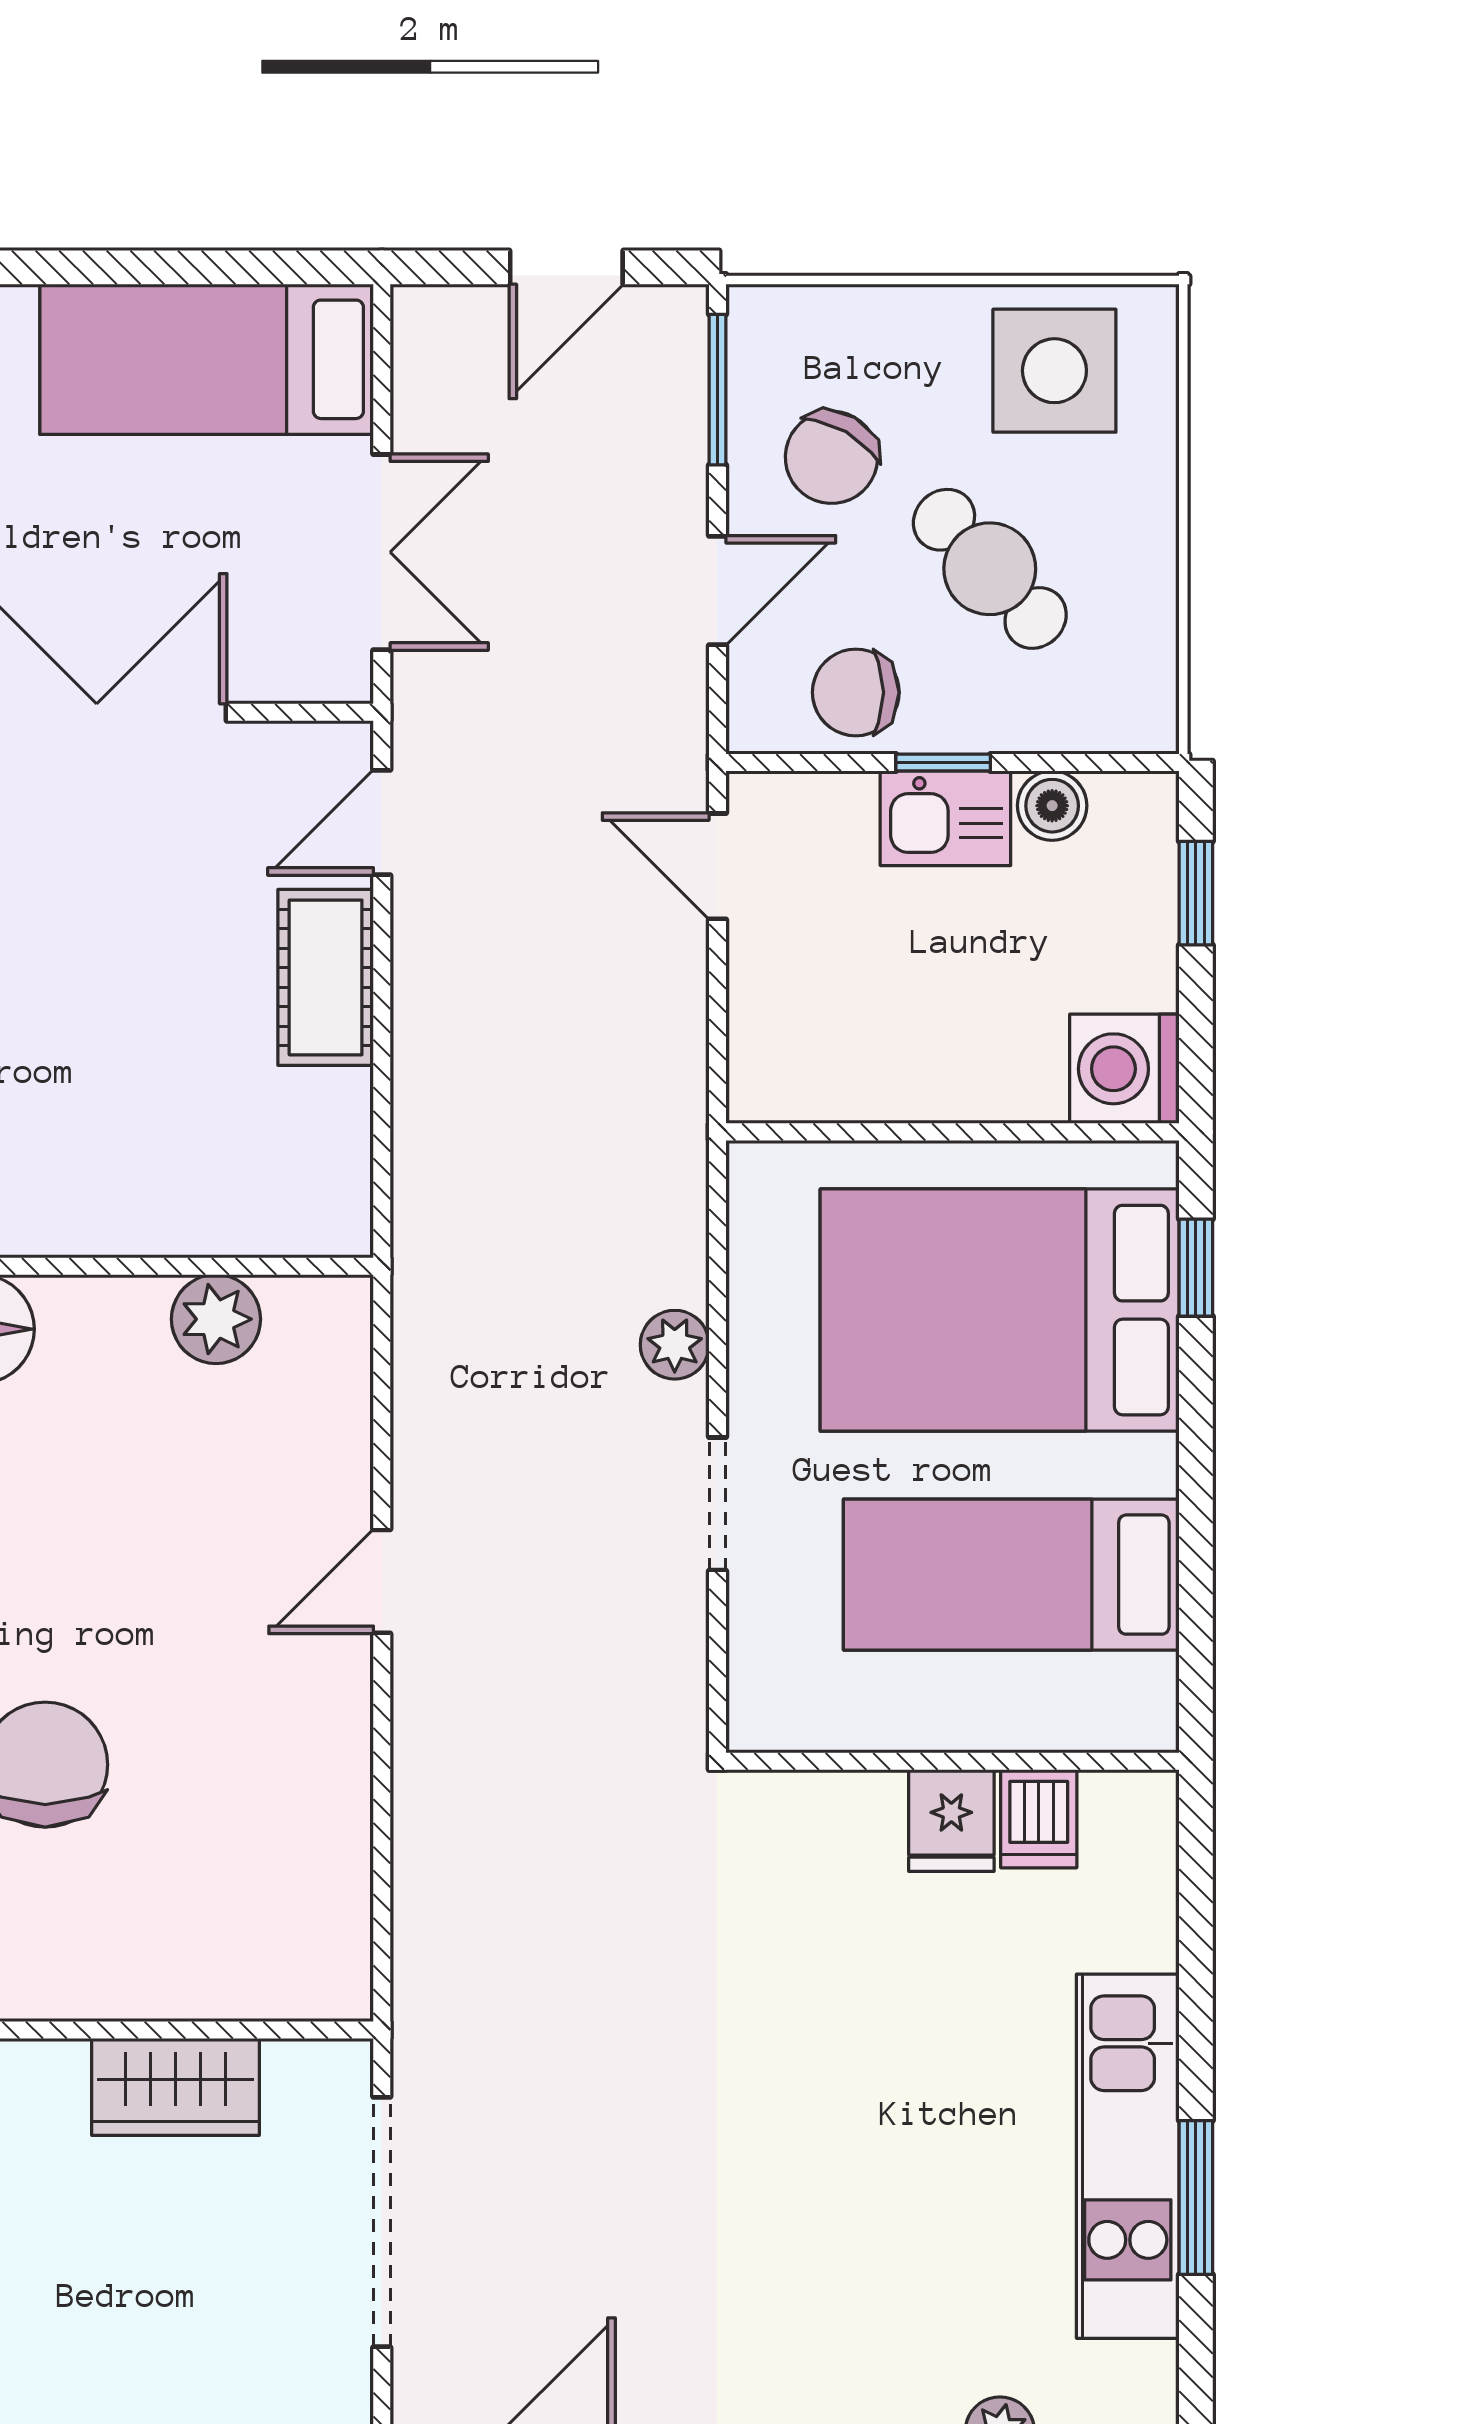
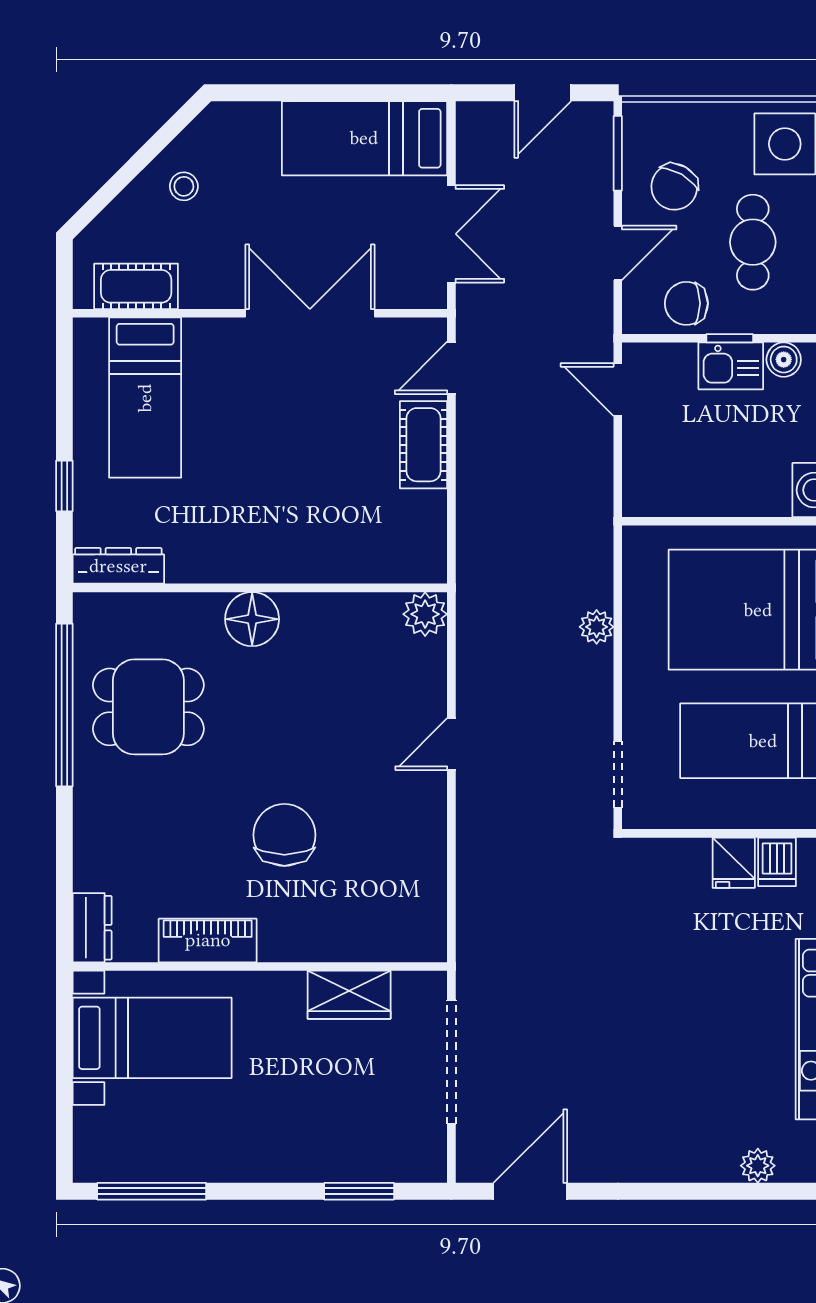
cafe table: (990, 569) -> (753, 242), turned 43
plant: (216, 1319) -> (425, 614), moved
doorway: (717, 1504) -> (618, 774), moved

